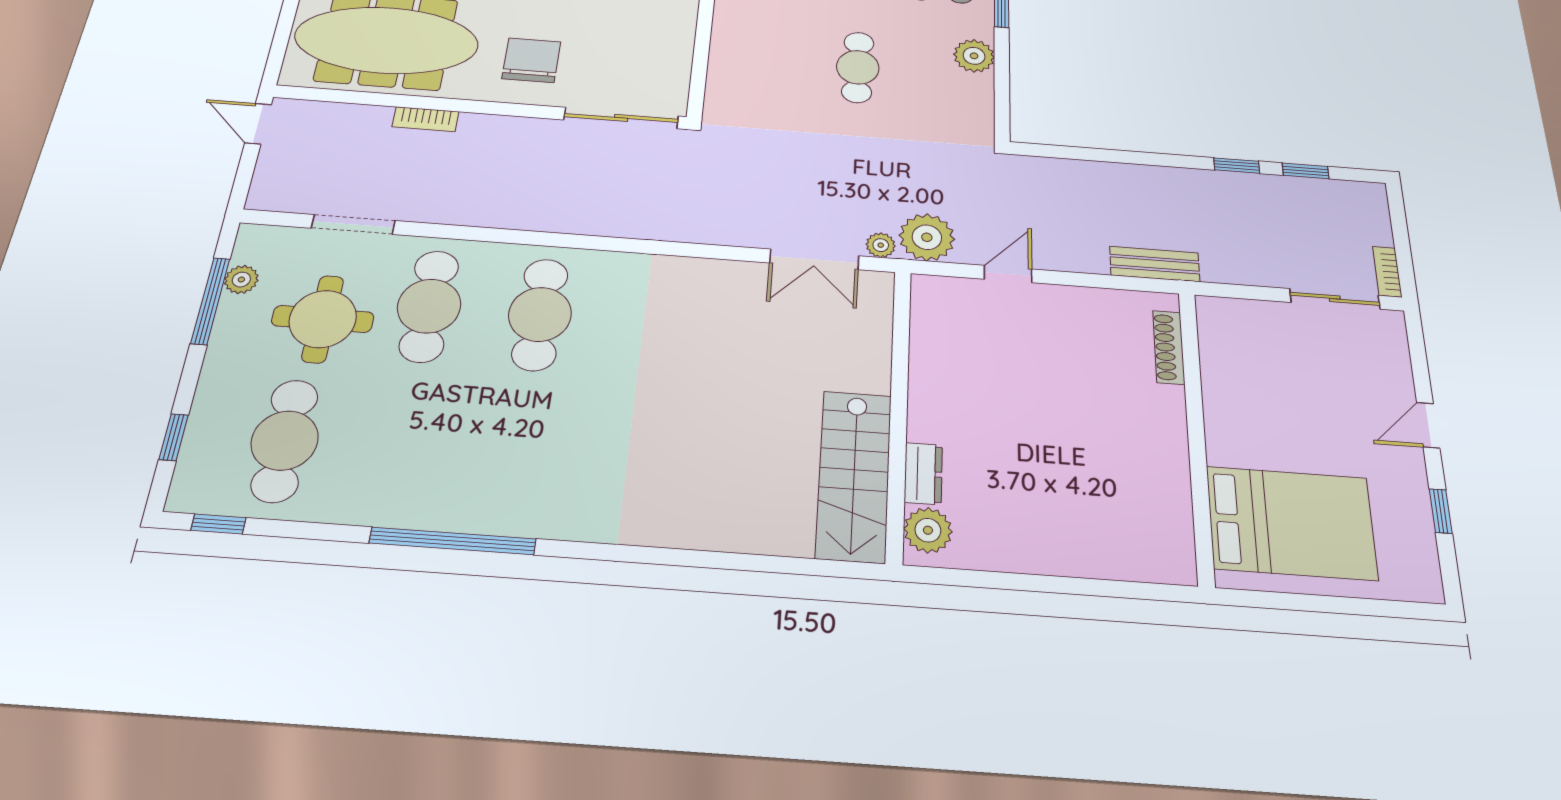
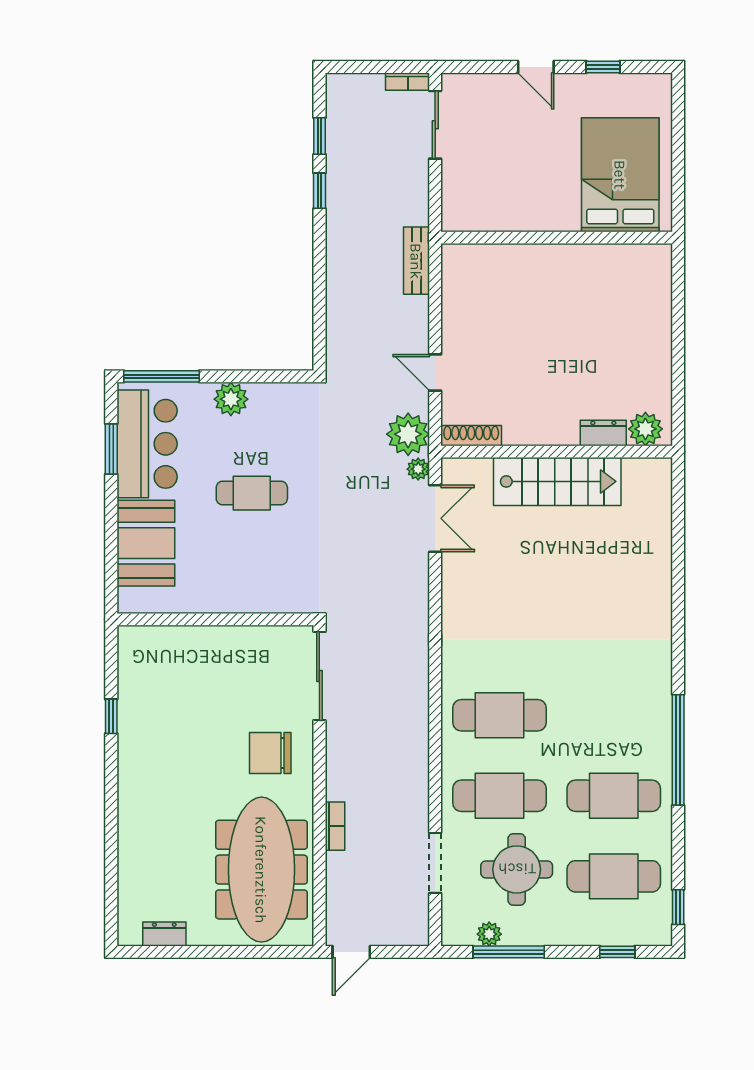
shoe rack: (1169, 347) -> (471, 436), moved, turned 180
cafe table: (401, 449) -> (614, 796), added
stairs: (854, 475) -> (557, 481), moved

